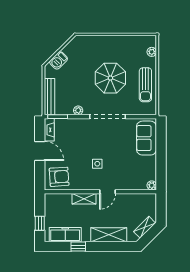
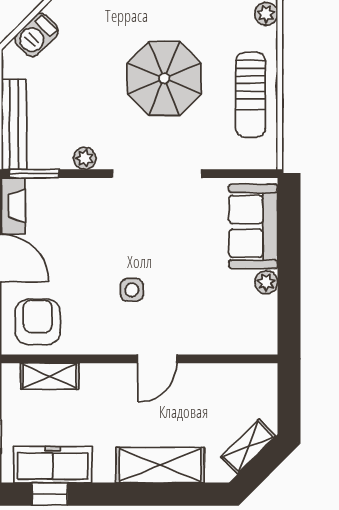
armchair: (59, 177) -> (38, 322), turned -86
plant: (152, 185) -> (266, 282), moved
shelving: (84, 199) -> (50, 376), moved
window: (78, 247) -> (50, 494), moved

